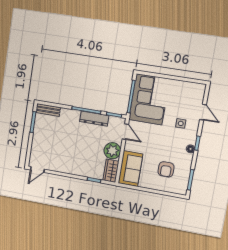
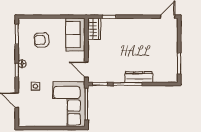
bench: (48, 110) -> (166, 78), removed
dresser: (94, 119) -> (139, 77), moved
plant: (112, 151) -> (96, 49), removed
armchair: (166, 169) -> (42, 40), turned -93

